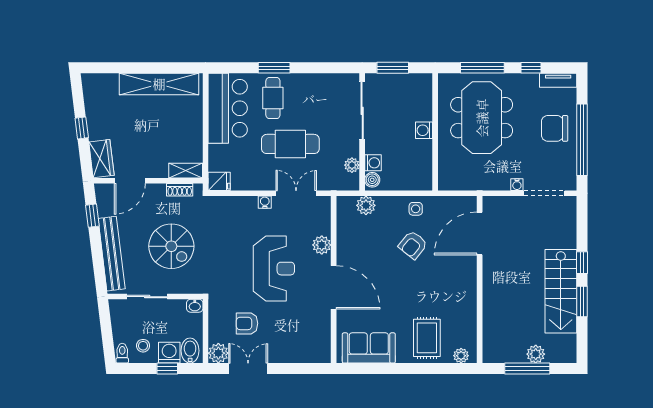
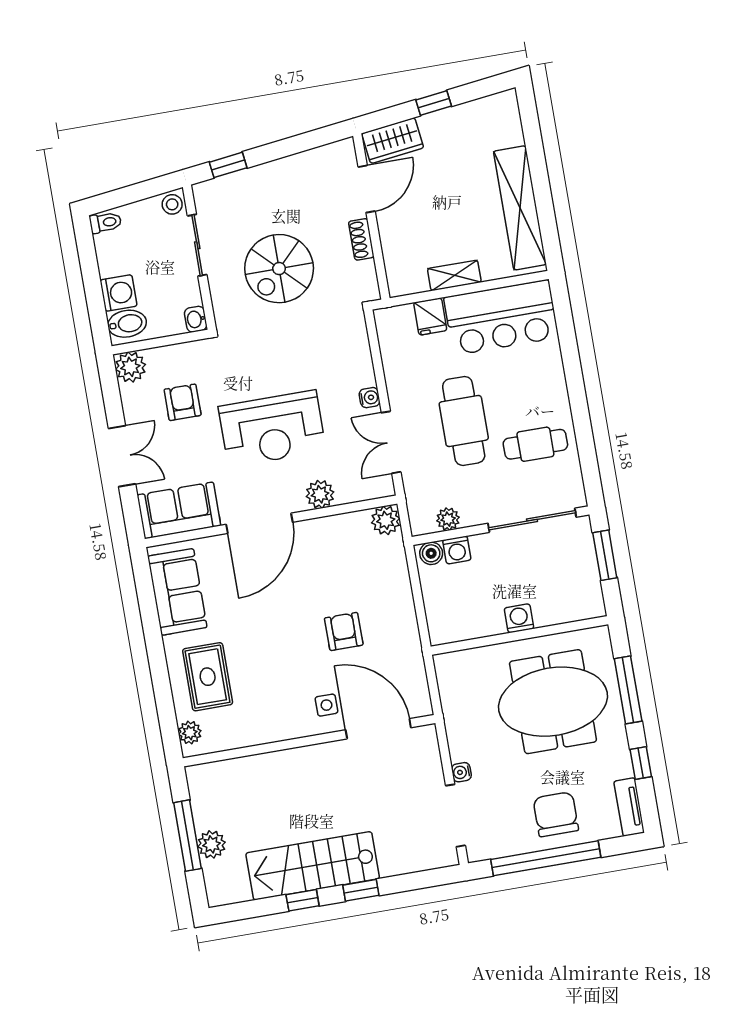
window: (274, 68) -> (574, 377), removed
cafe table: (273, 98) -> (535, 444), moved
shelving: (186, 171) -> (454, 275), moved, turned 90
door: (130, 181) -> (367, 189), swing flipped
fridge: (219, 181) -> (430, 317), moved
shoe rack: (180, 190) -> (361, 239), moved
double door: (296, 193) -> (391, 442), swing flipped
plant: (366, 205) -> (386, 520), moved
side table: (416, 209) -> (326, 705), moved
window: (92, 216) -> (228, 165), moved
armchair: (413, 245) -> (344, 631), turned 51
bench: (112, 254) -> (252, 181), removed
window: (582, 301) -> (303, 900), width x0.67
sofa: (316, 338) -> (179, 510), added
rug: (427, 338) -> (208, 677), turned 90
stool: (143, 346) -> (172, 204), moved
window: (167, 369) -> (94, 294), removed
double door: (248, 369) -> (122, 456), moved

